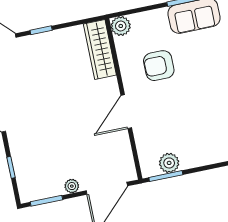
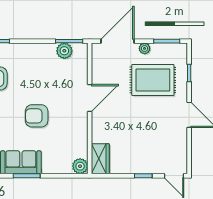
wardrobe: (100, 49) -> (100, 159), width x0.67
armchair: (159, 66) -> (37, 116), moved, turned 180
rug: (54, 150) -> (153, 80), added

